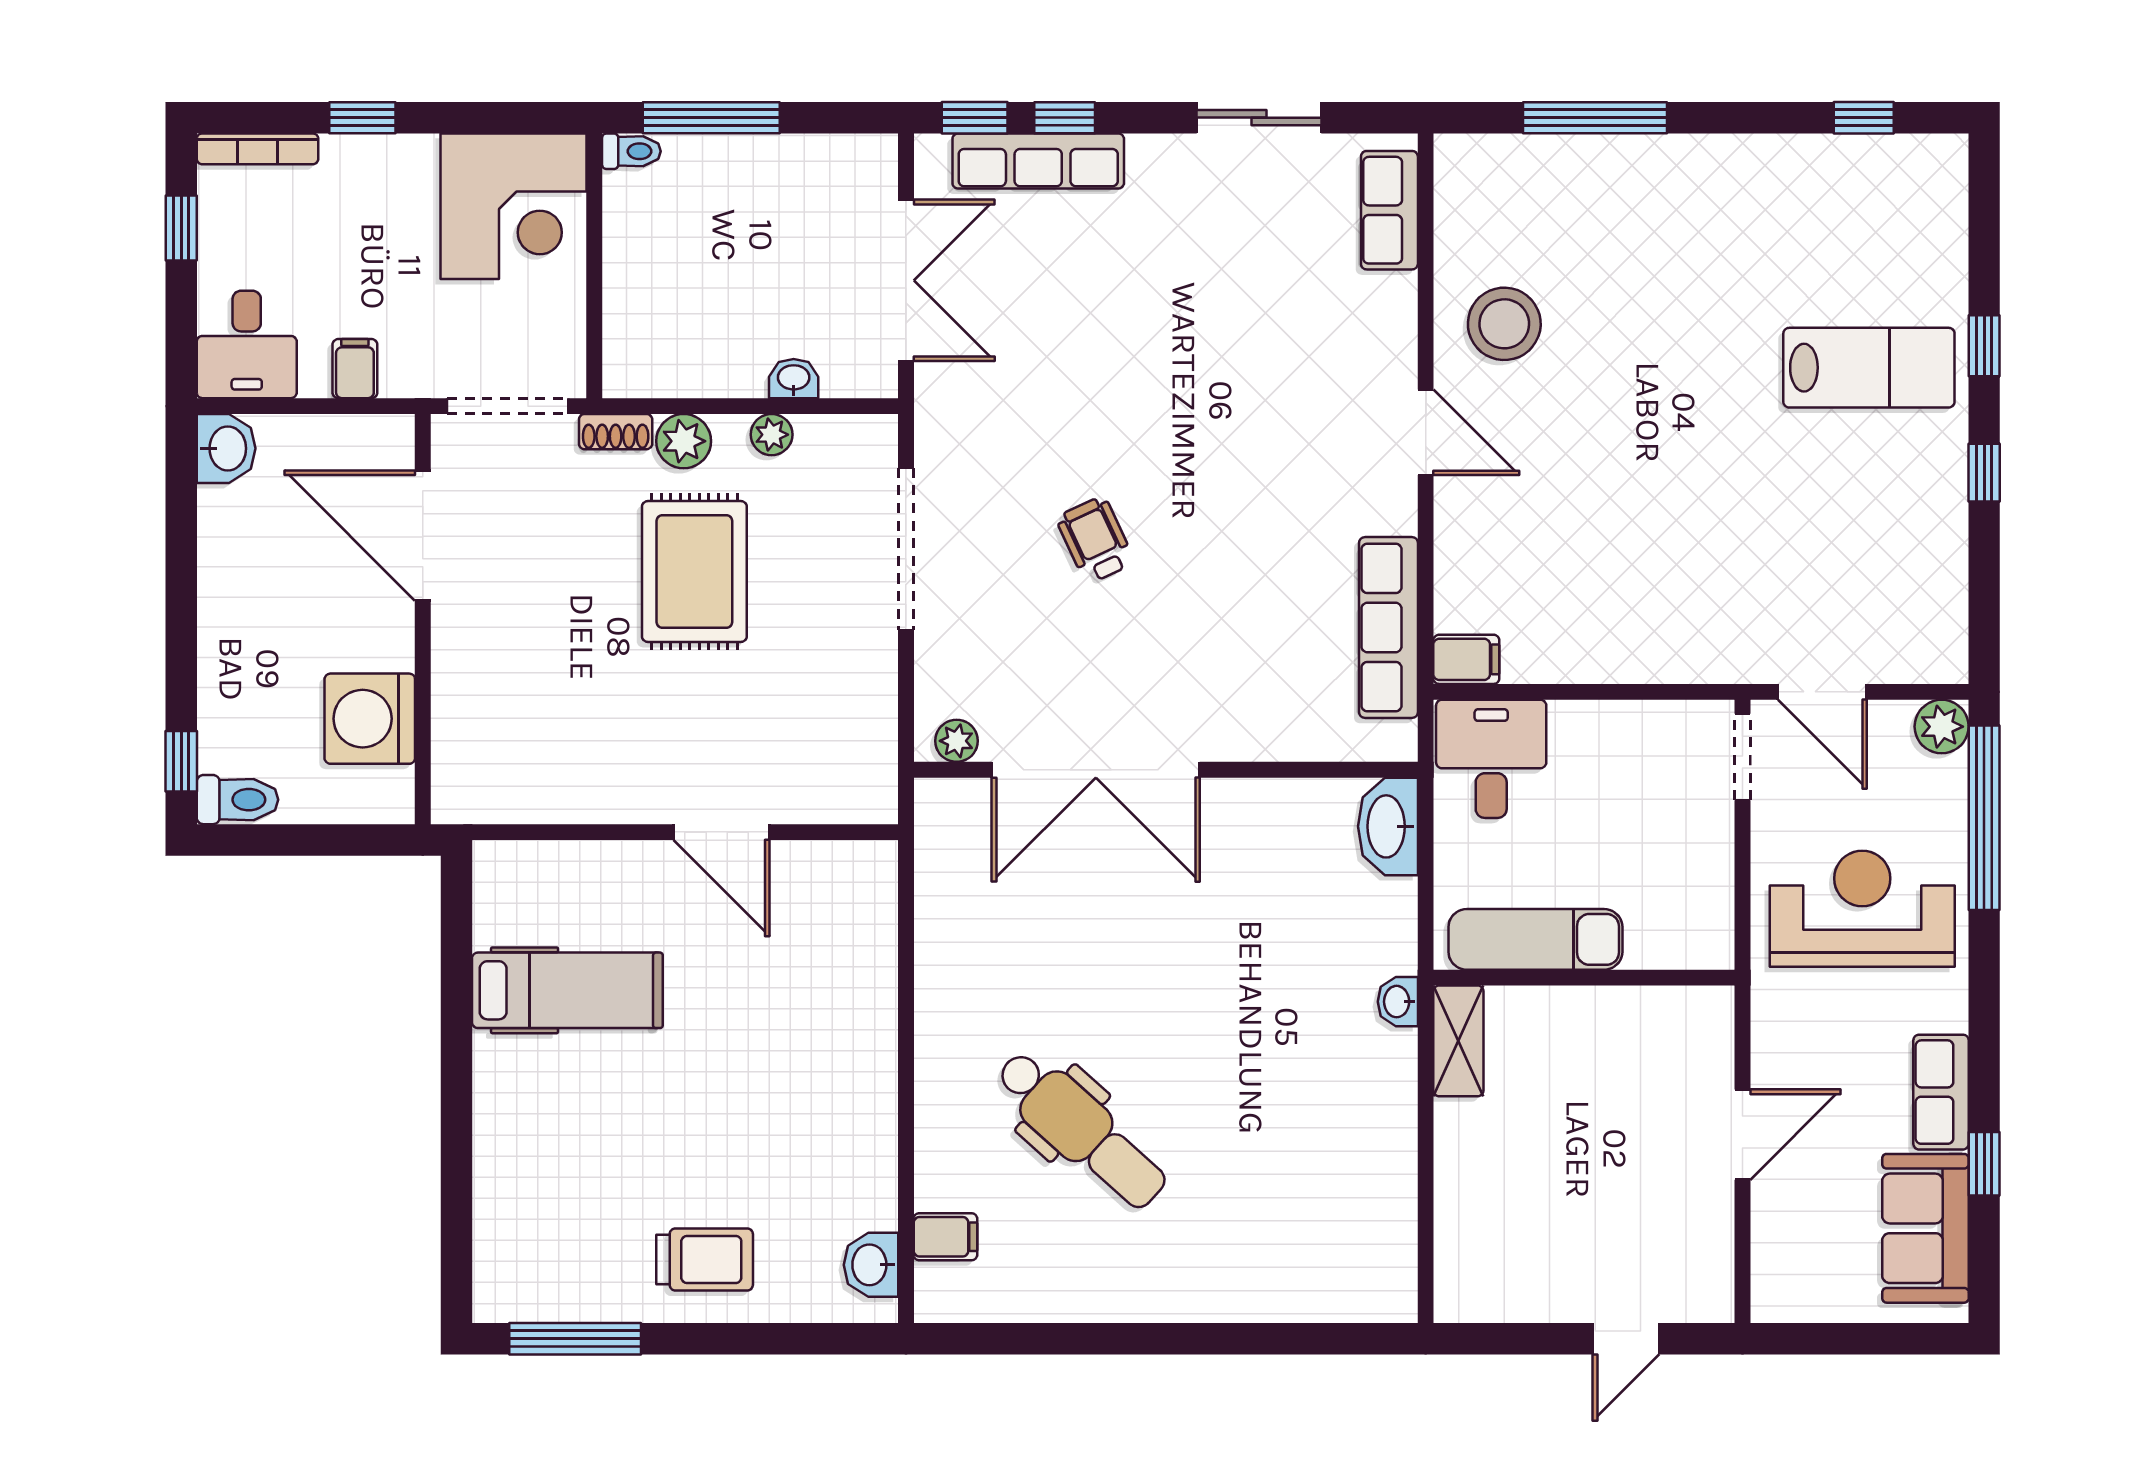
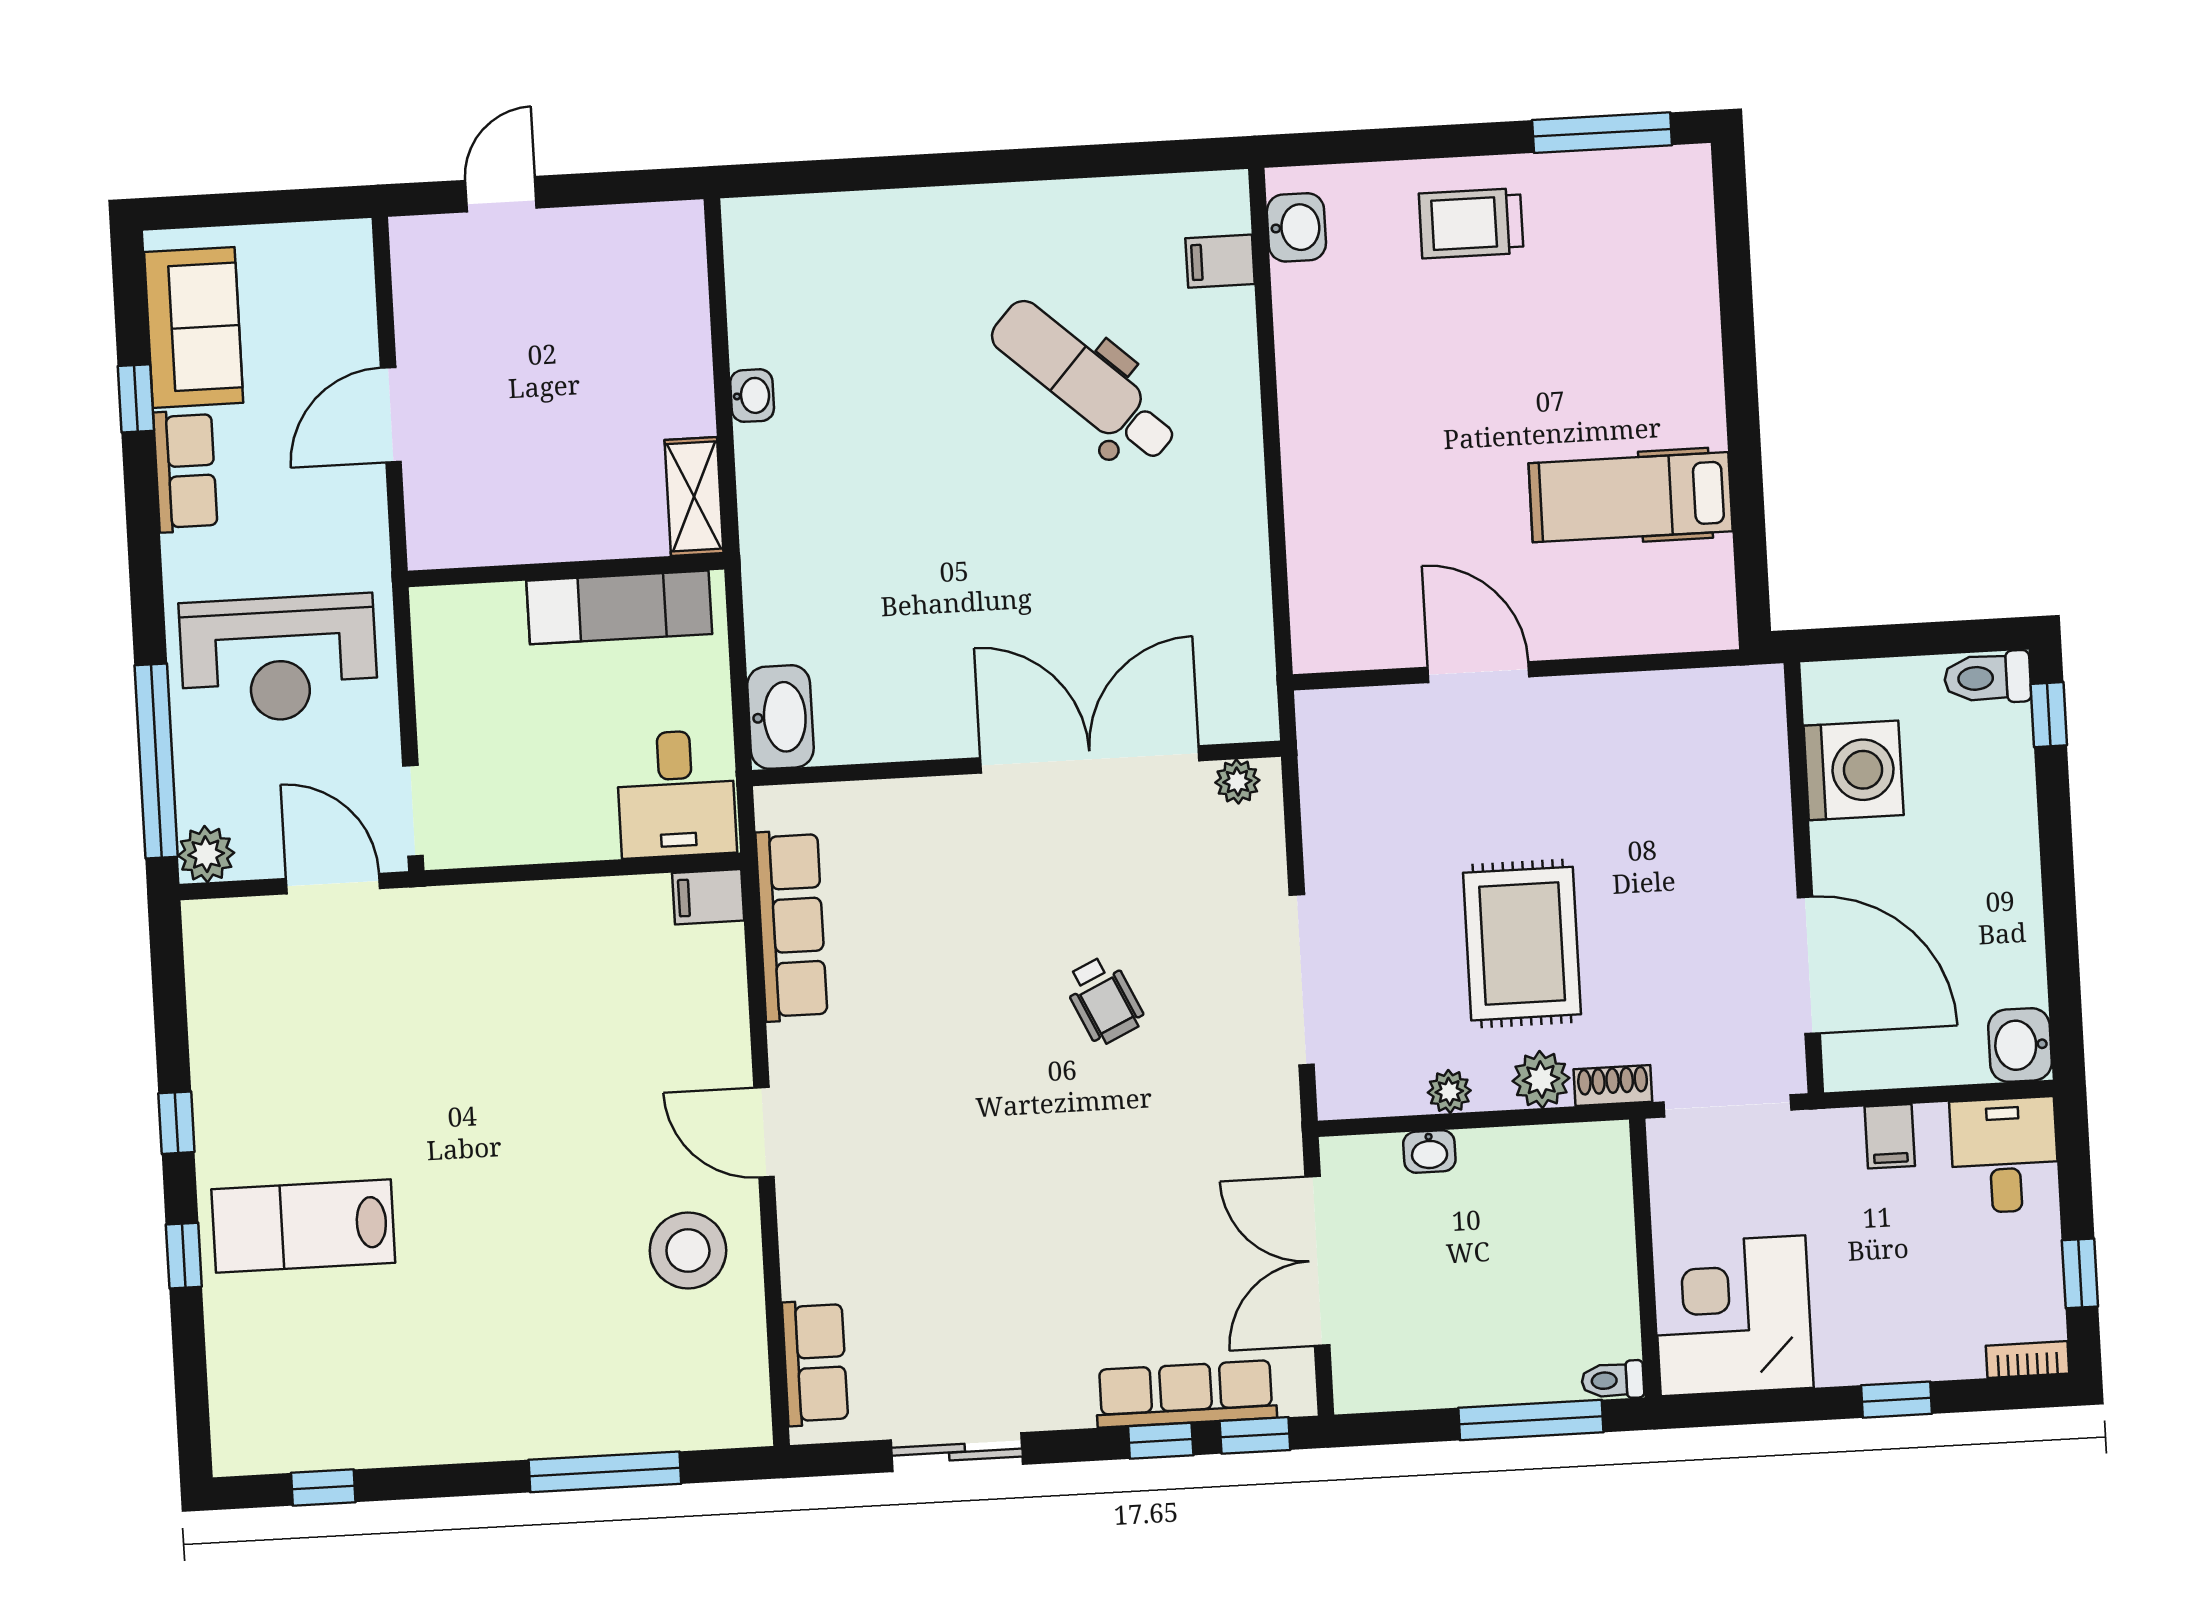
bookcase: (258, 149) -> (2028, 1360), width x0.64
washbasin: (1398, 1002) -> (752, 396), moved

